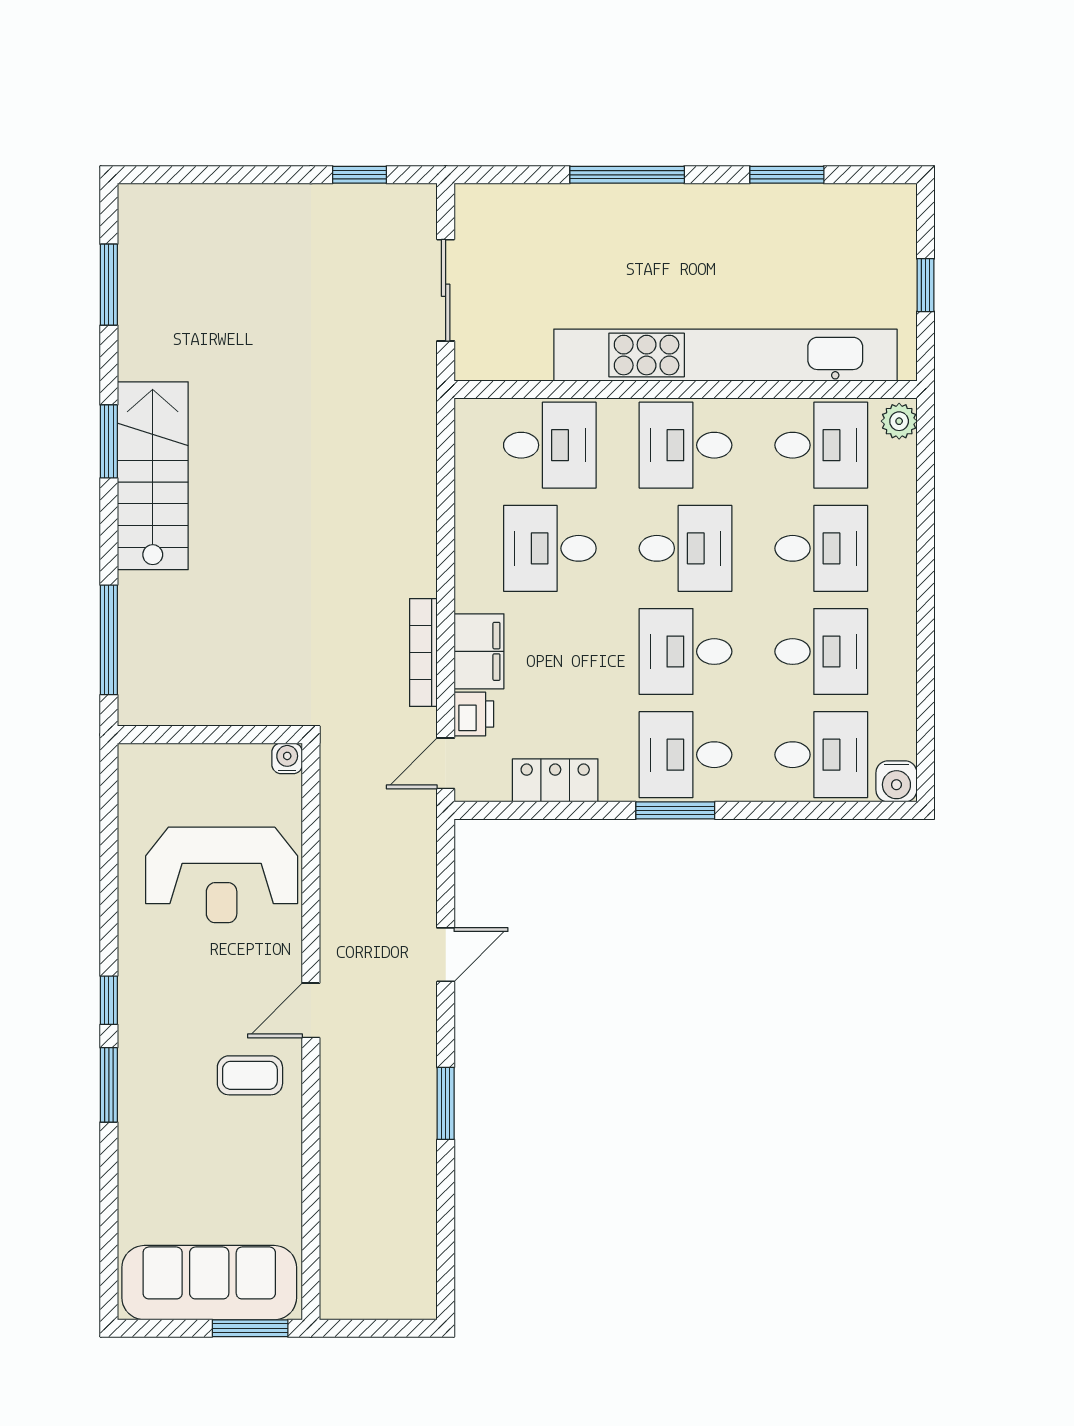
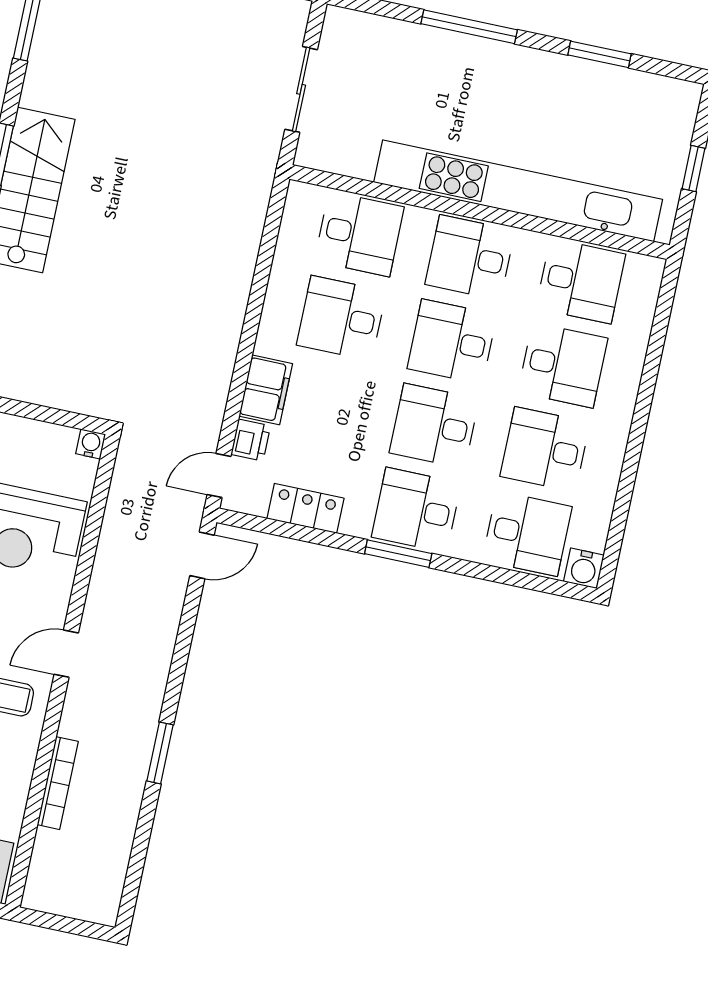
plant: (899, 421) -> (648, 275), removed
desk: (686, 548) -> (452, 342), turned 180
bookcase: (423, 652) -> (58, 783), moved, turned 180
desk: (821, 652) -> (545, 449), turned 180
door: (446, 955) -> (202, 555), moved

